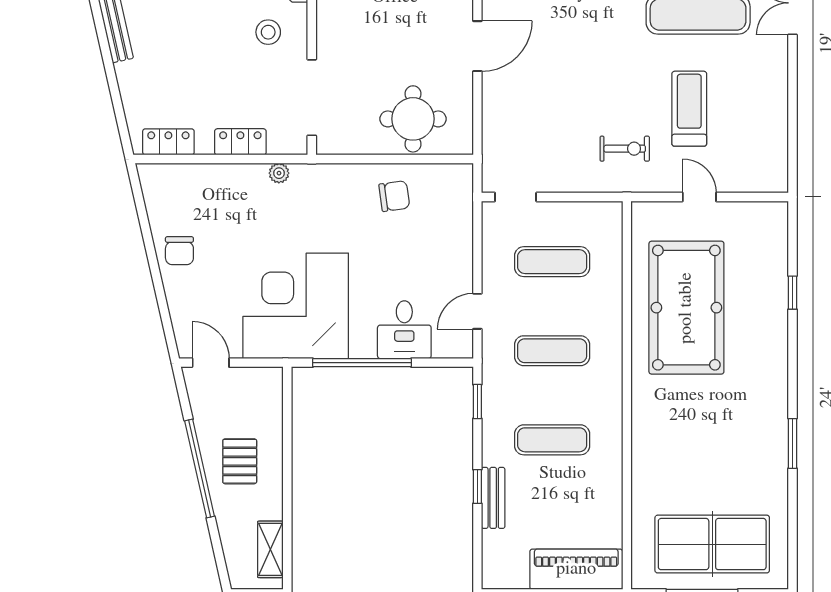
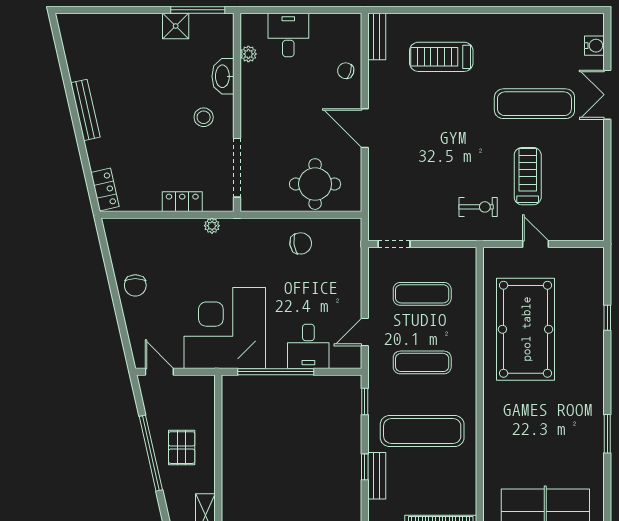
door: (477, 46) -> (365, 128), swing flipped
locker: (168, 142) -> (105, 190), moved, turned 77
exercise mat: (552, 440) -> (422, 431), width x1.36, depth x1.45

